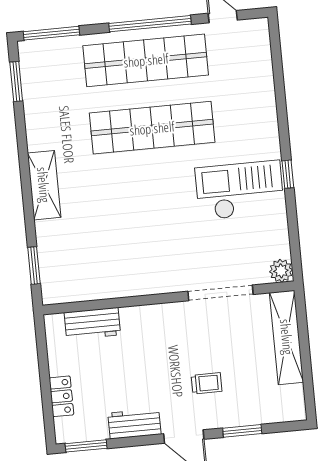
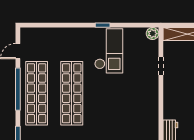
checkout: (240, 190) -> (109, 51), turned 180
doorway: (220, 293) -> (161, 66), width x0.53

